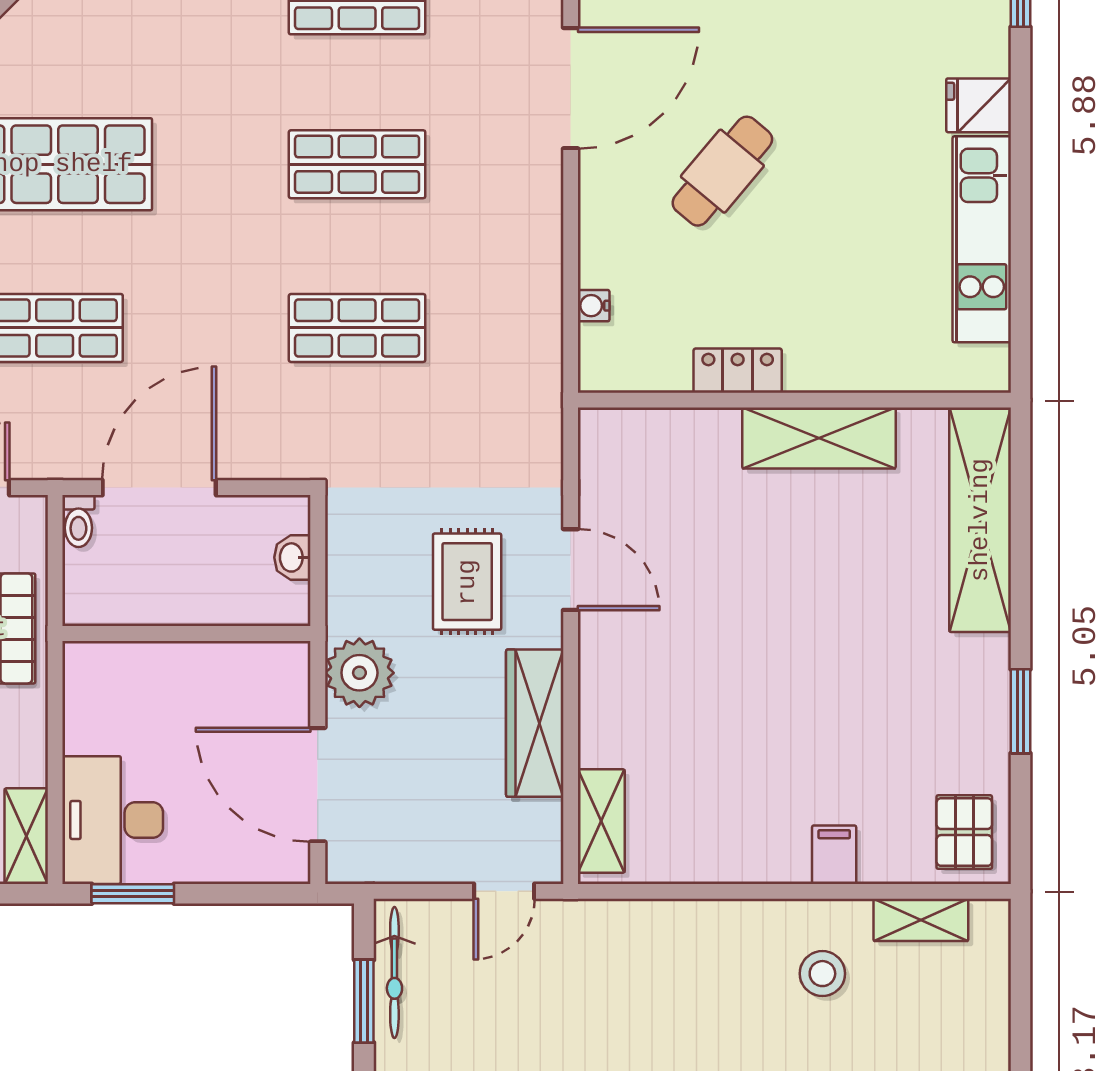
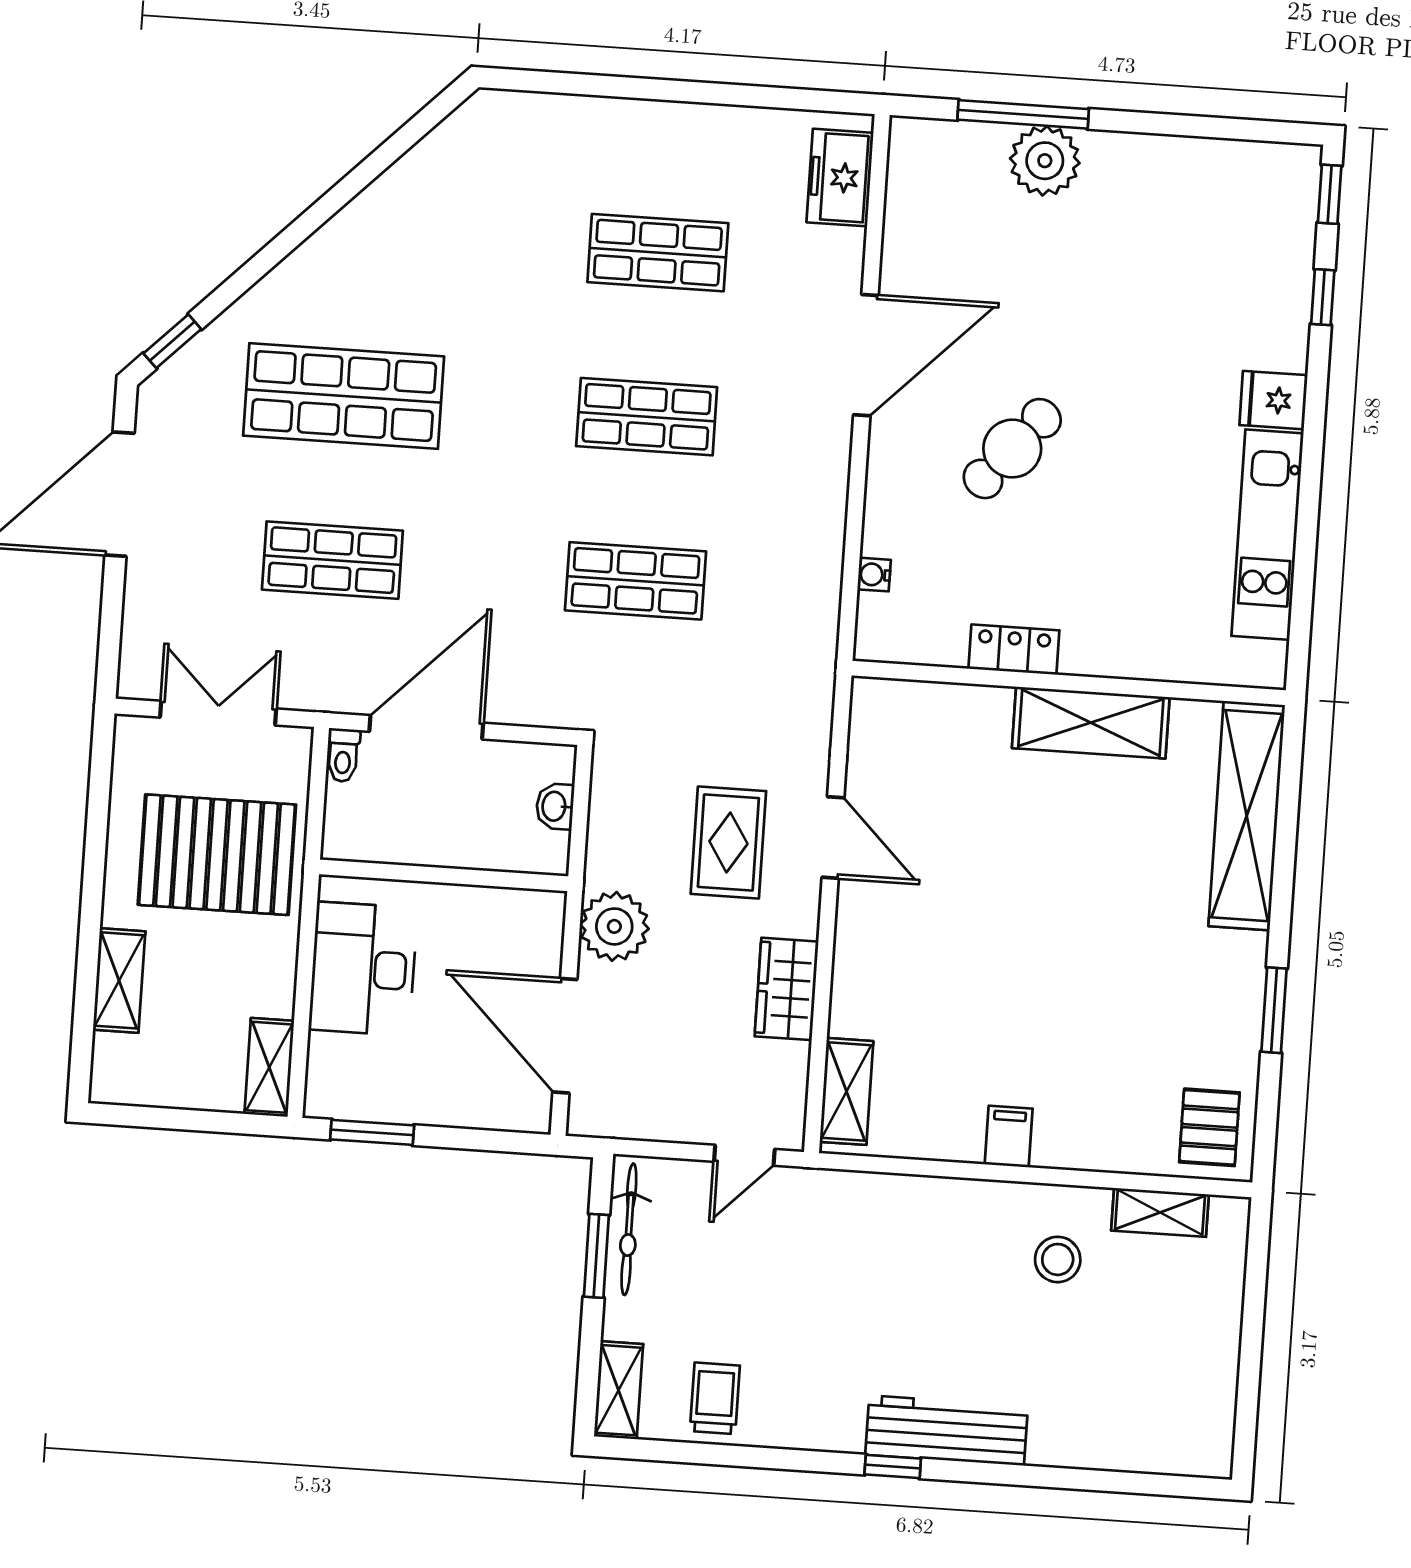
wardrobe: (535, 723) -> (787, 989), width x0.67
desk: (113, 820) -> (363, 969), moved
filing cabinet: (834, 855) -> (1009, 1136), moved

